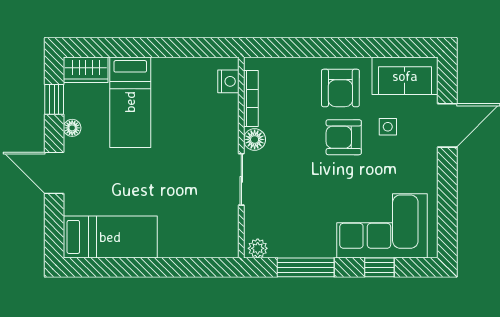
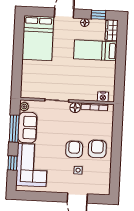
sofa: (405, 76) -> (28, 128), moved, turned 180
armchair: (340, 88) -> (97, 149), turned 90
bed: (110, 237) -> (38, 38), width x1.50

